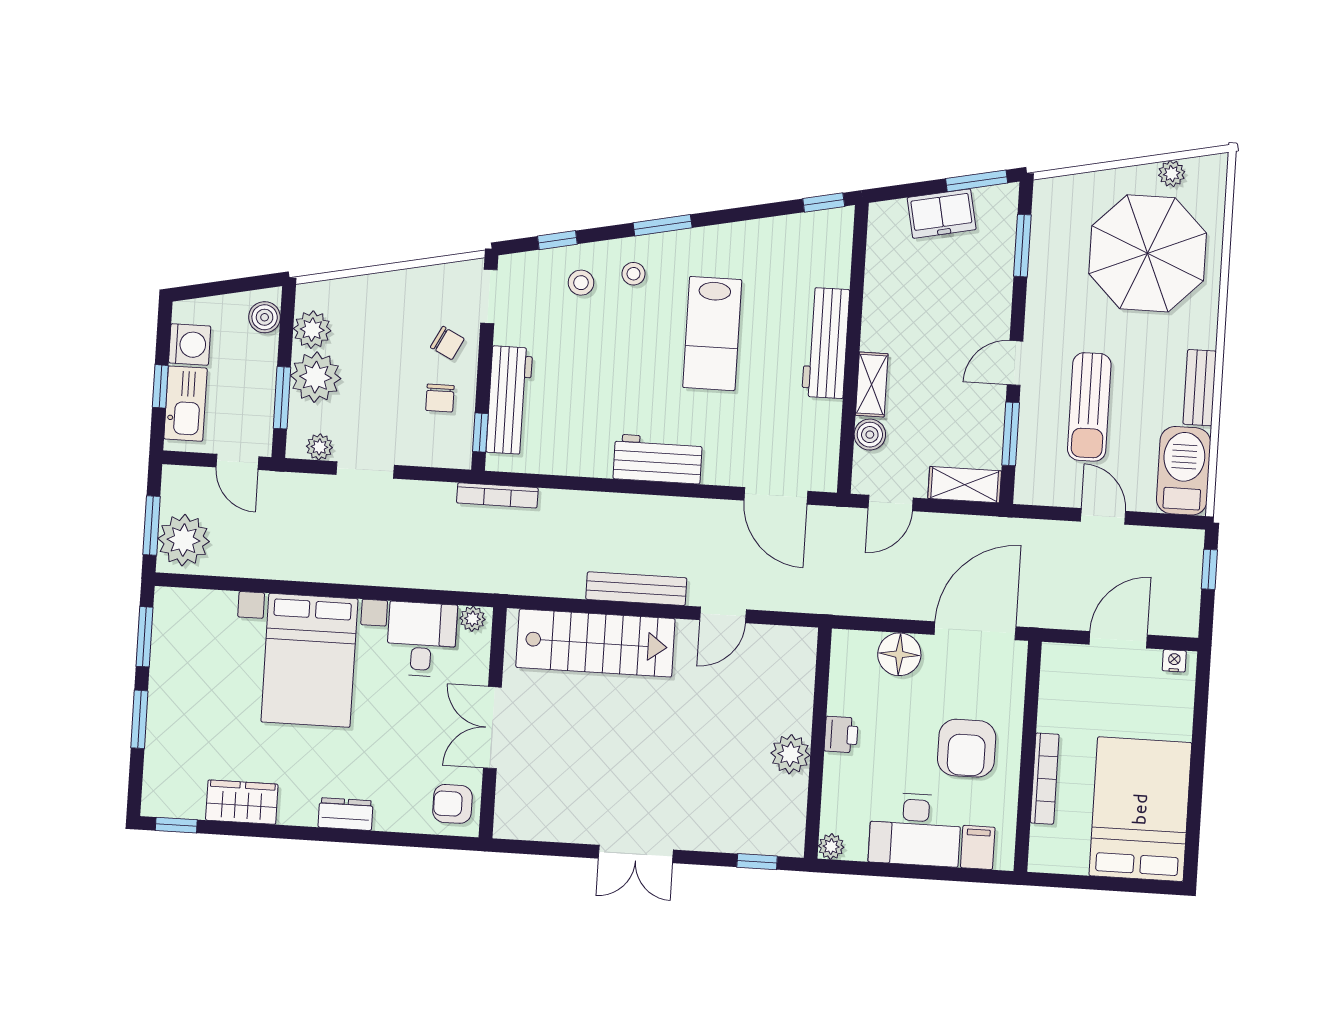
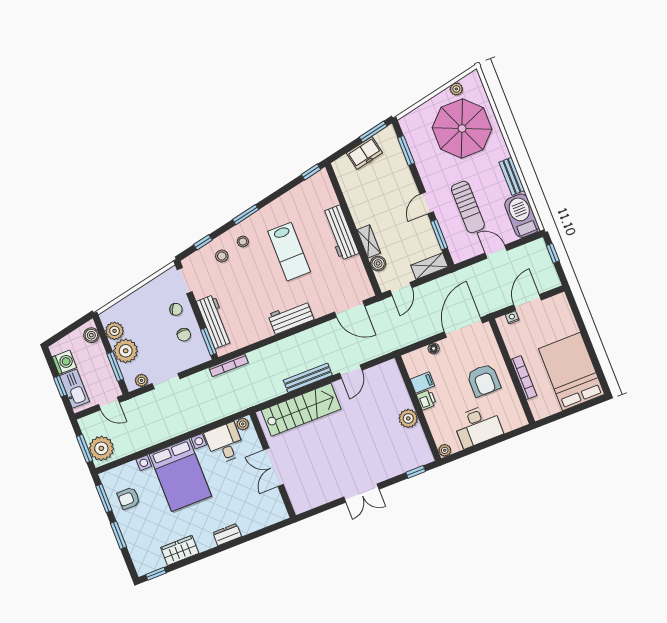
window: (480, 433) -> (208, 342), width x1.50
floor lamp: (899, 654) -> (434, 348), width x0.53, depth x0.53
nightstand: (1174, 661) -> (512, 317), moved
armchair: (452, 804) -> (129, 498), moved
filing cabinet: (978, 847) -> (422, 382), moved, turned 90

